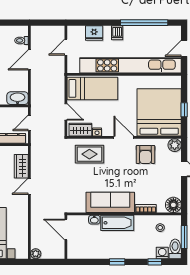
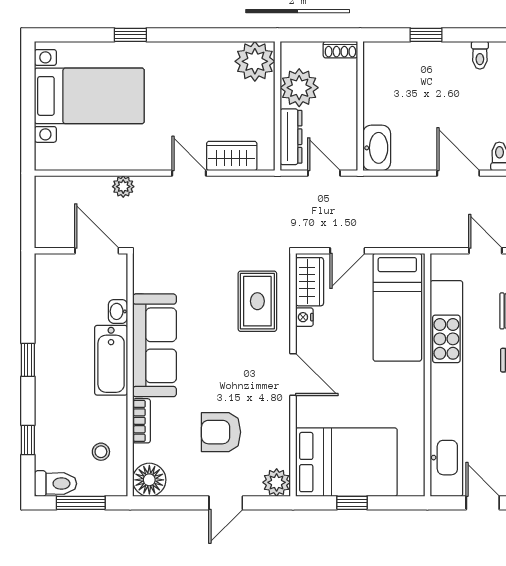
bed: (159, 112) -> (346, 462), width x0.73
door: (124, 137) -> (293, 374), hinge flipped
armchair: (145, 154) -> (221, 432), moved
door: (66, 230) -> (97, 251), hinge flipped
washing machine: (162, 253) -> (47, 456), removed
plant: (36, 254) -> (123, 187), moved

